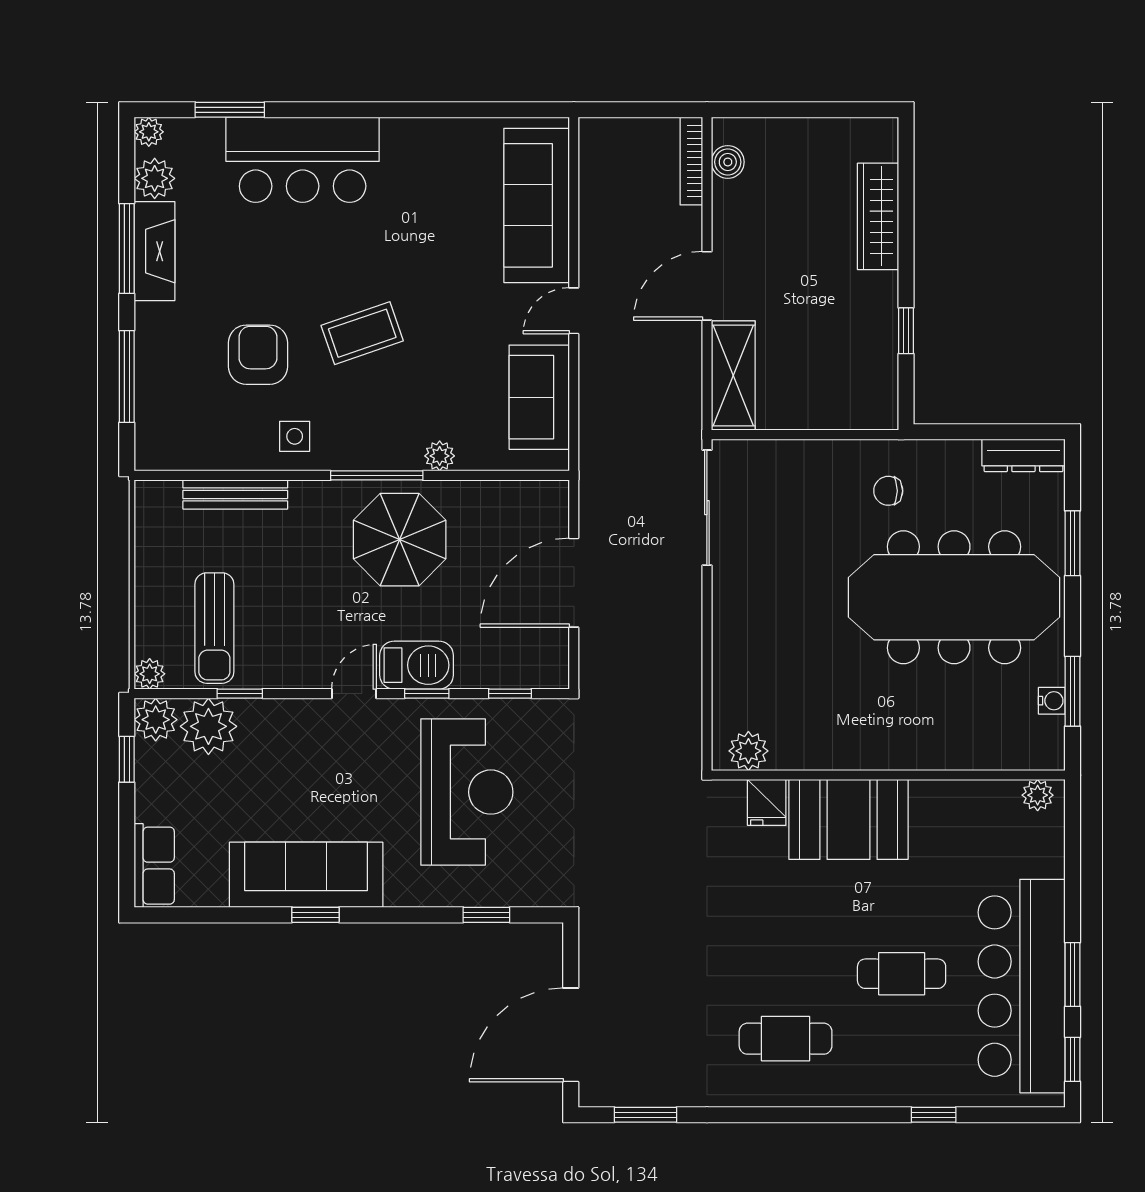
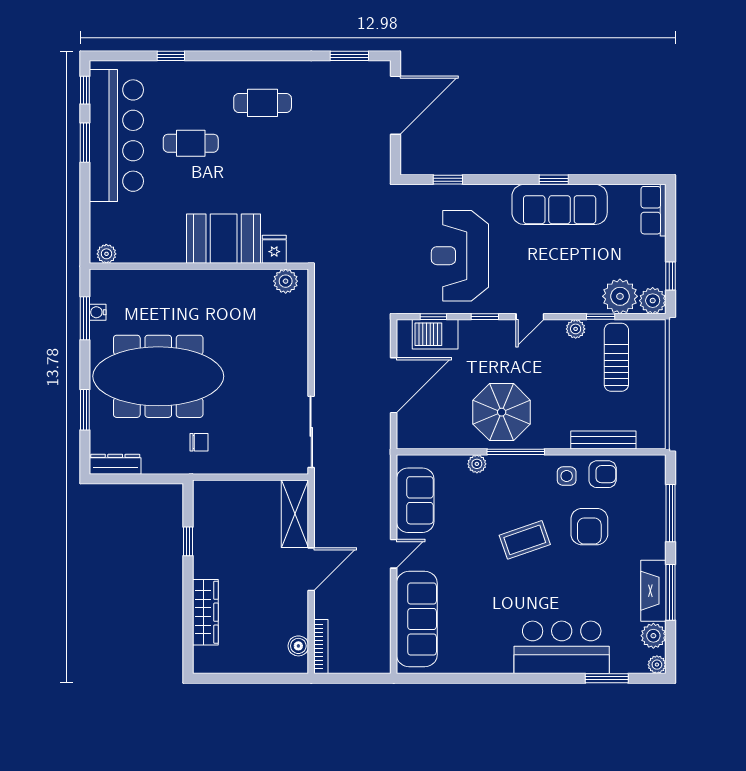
armchair: (237, 439) -> (603, 474), added
barbecue: (417, 665) -> (435, 334), moved
plant: (150, 674) -> (576, 329), moved

